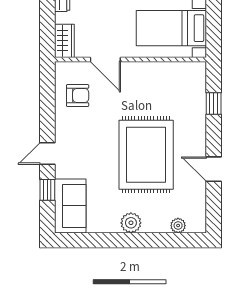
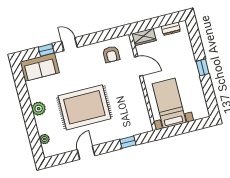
door: (105, 60) -> (139, 66), swing flipped

